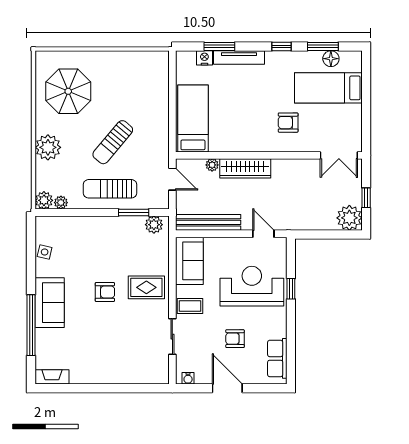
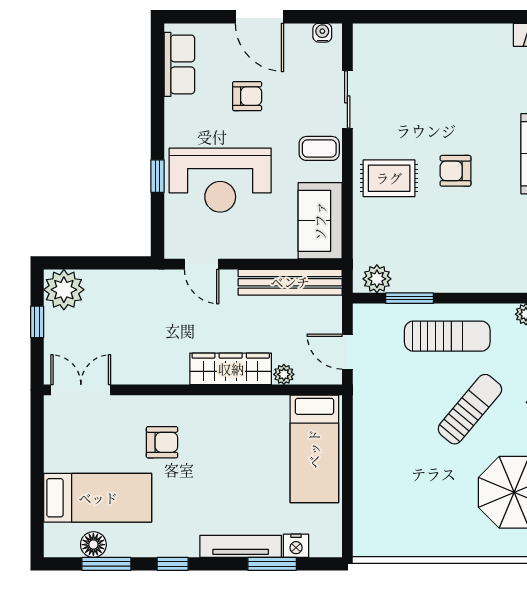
sun lounger: (113, 142) -> (470, 409), moved

